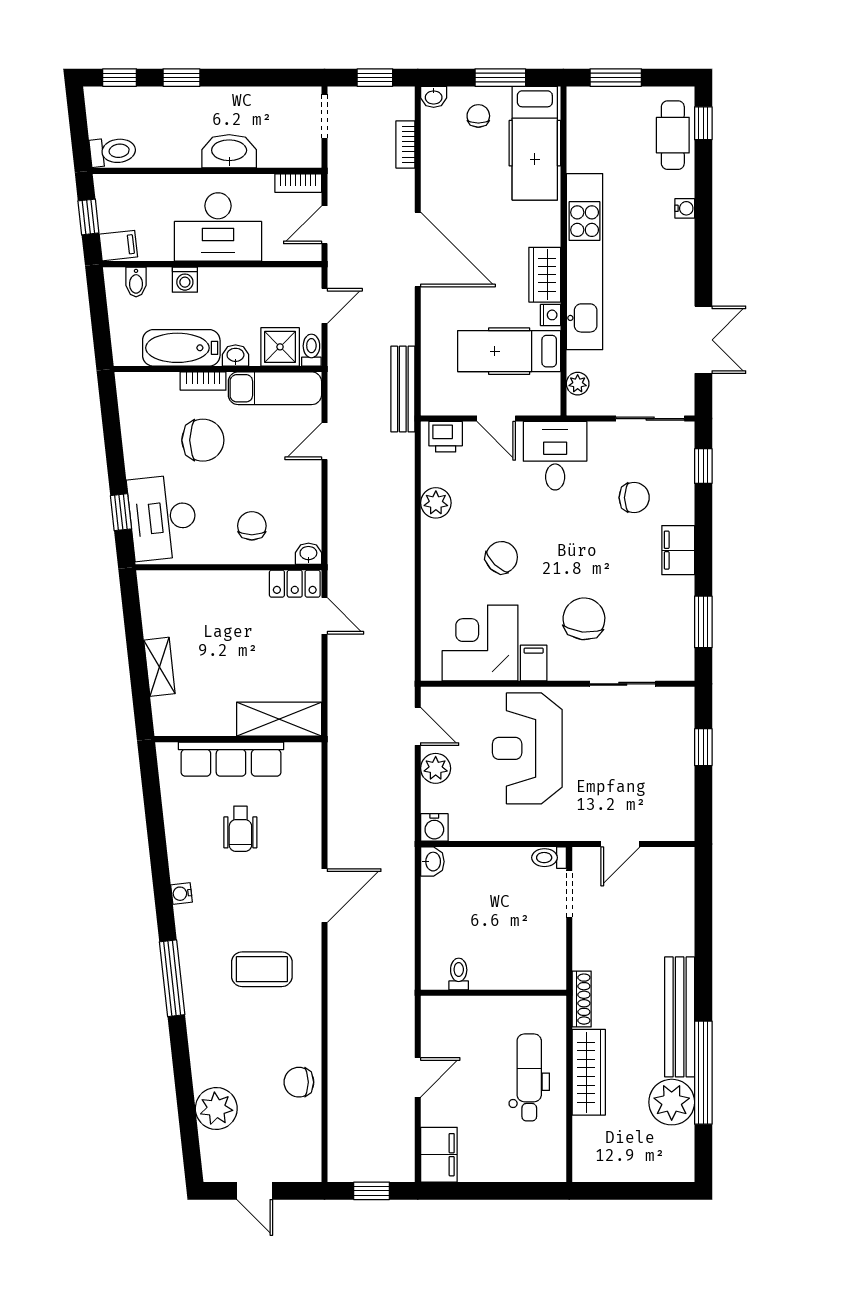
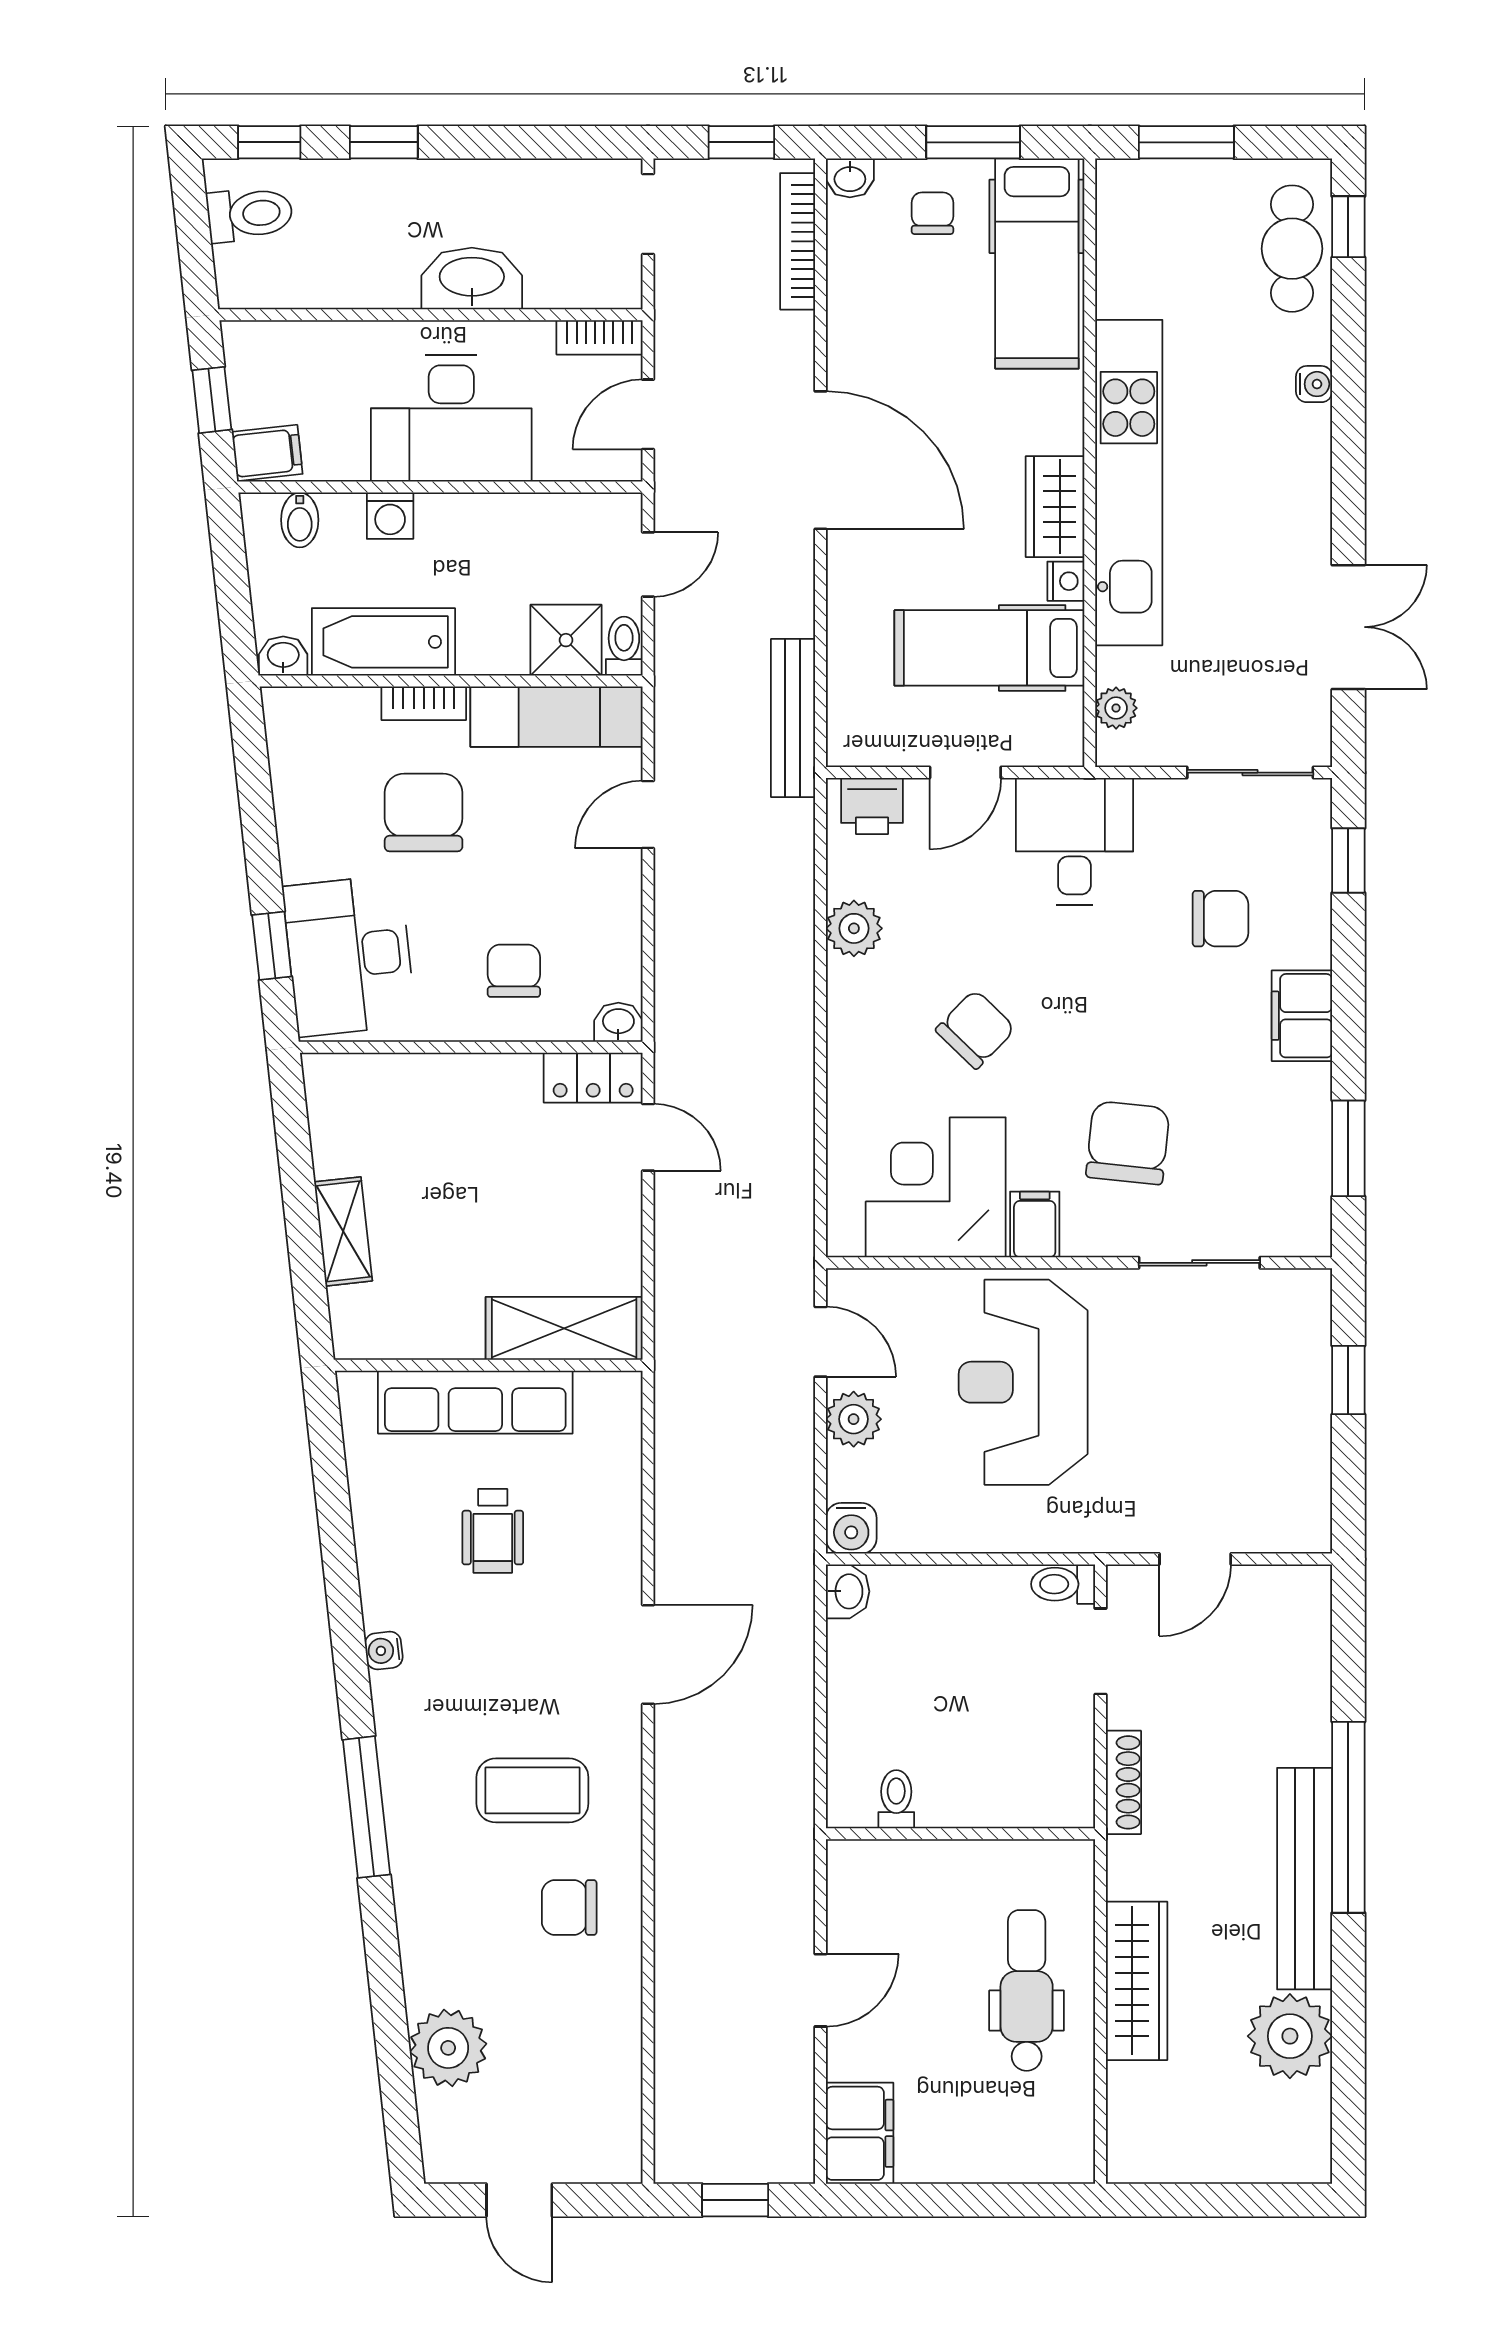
bookcase: (405, 144) -> (798, 241), width x1.56
toilet: (113, 151) -> (250, 214), moved
washbasin: (235, 355) -> (283, 656), moved
door: (496, 419) -> (965, 773), hinge flipped
chair: (203, 440) -> (424, 812), turned -90
shoe rack: (582, 999) -> (1124, 1782), moved
window: (703, 1073) -> (1348, 1817), moved
chair: (299, 1082) -> (569, 1908), moved

